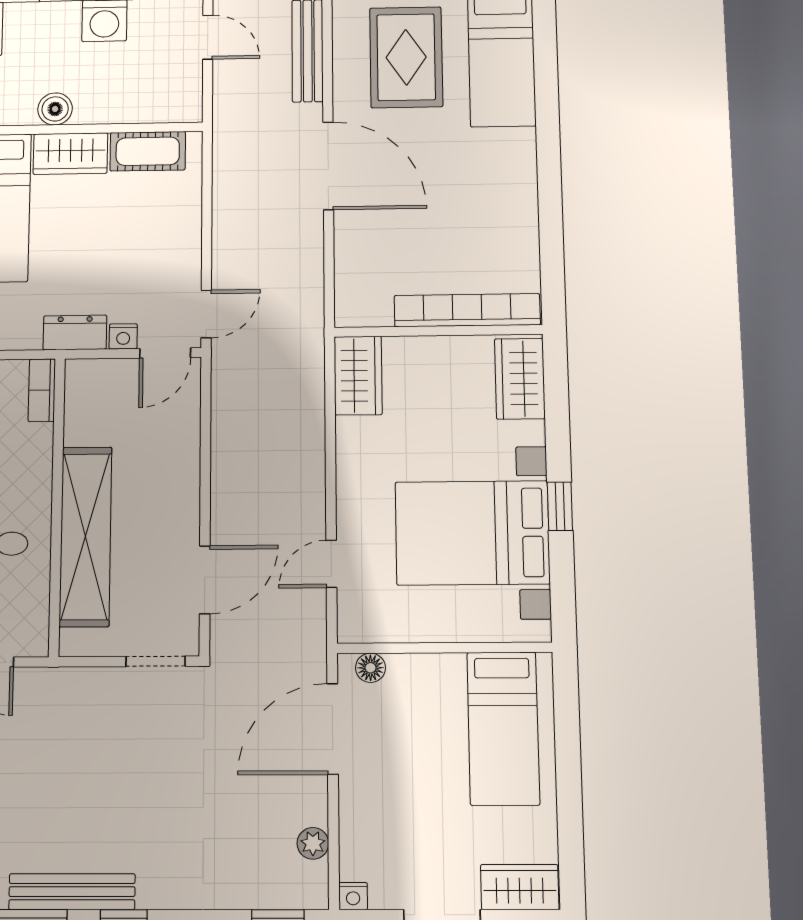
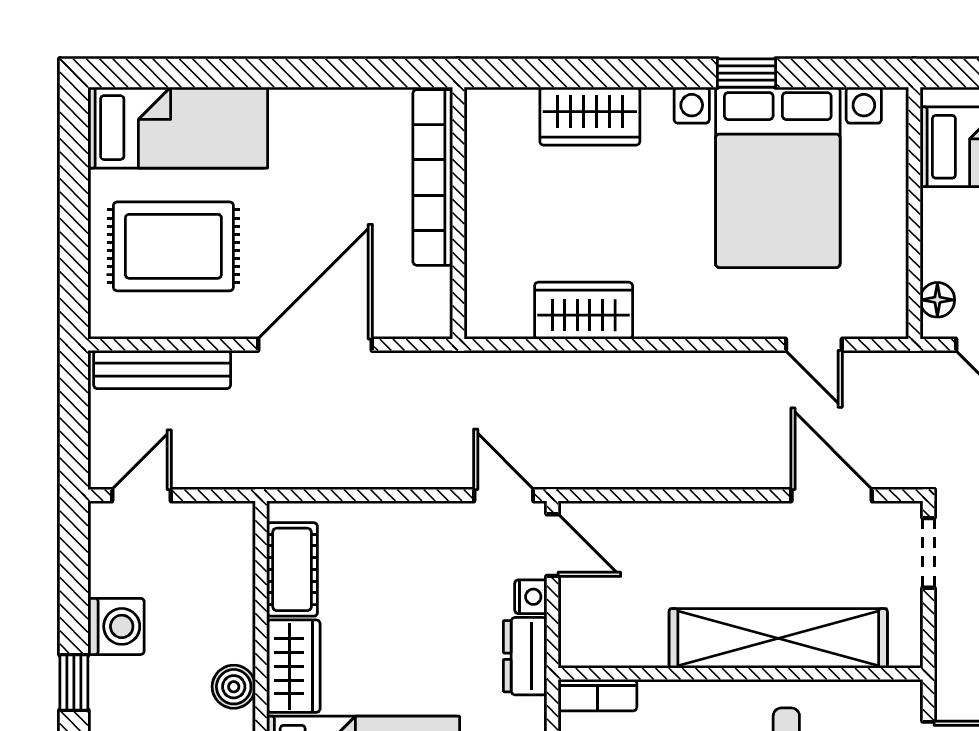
bookcase: (467, 310) -> (433, 177), moved
wall: (438, 331) -> (458, 213), moved

